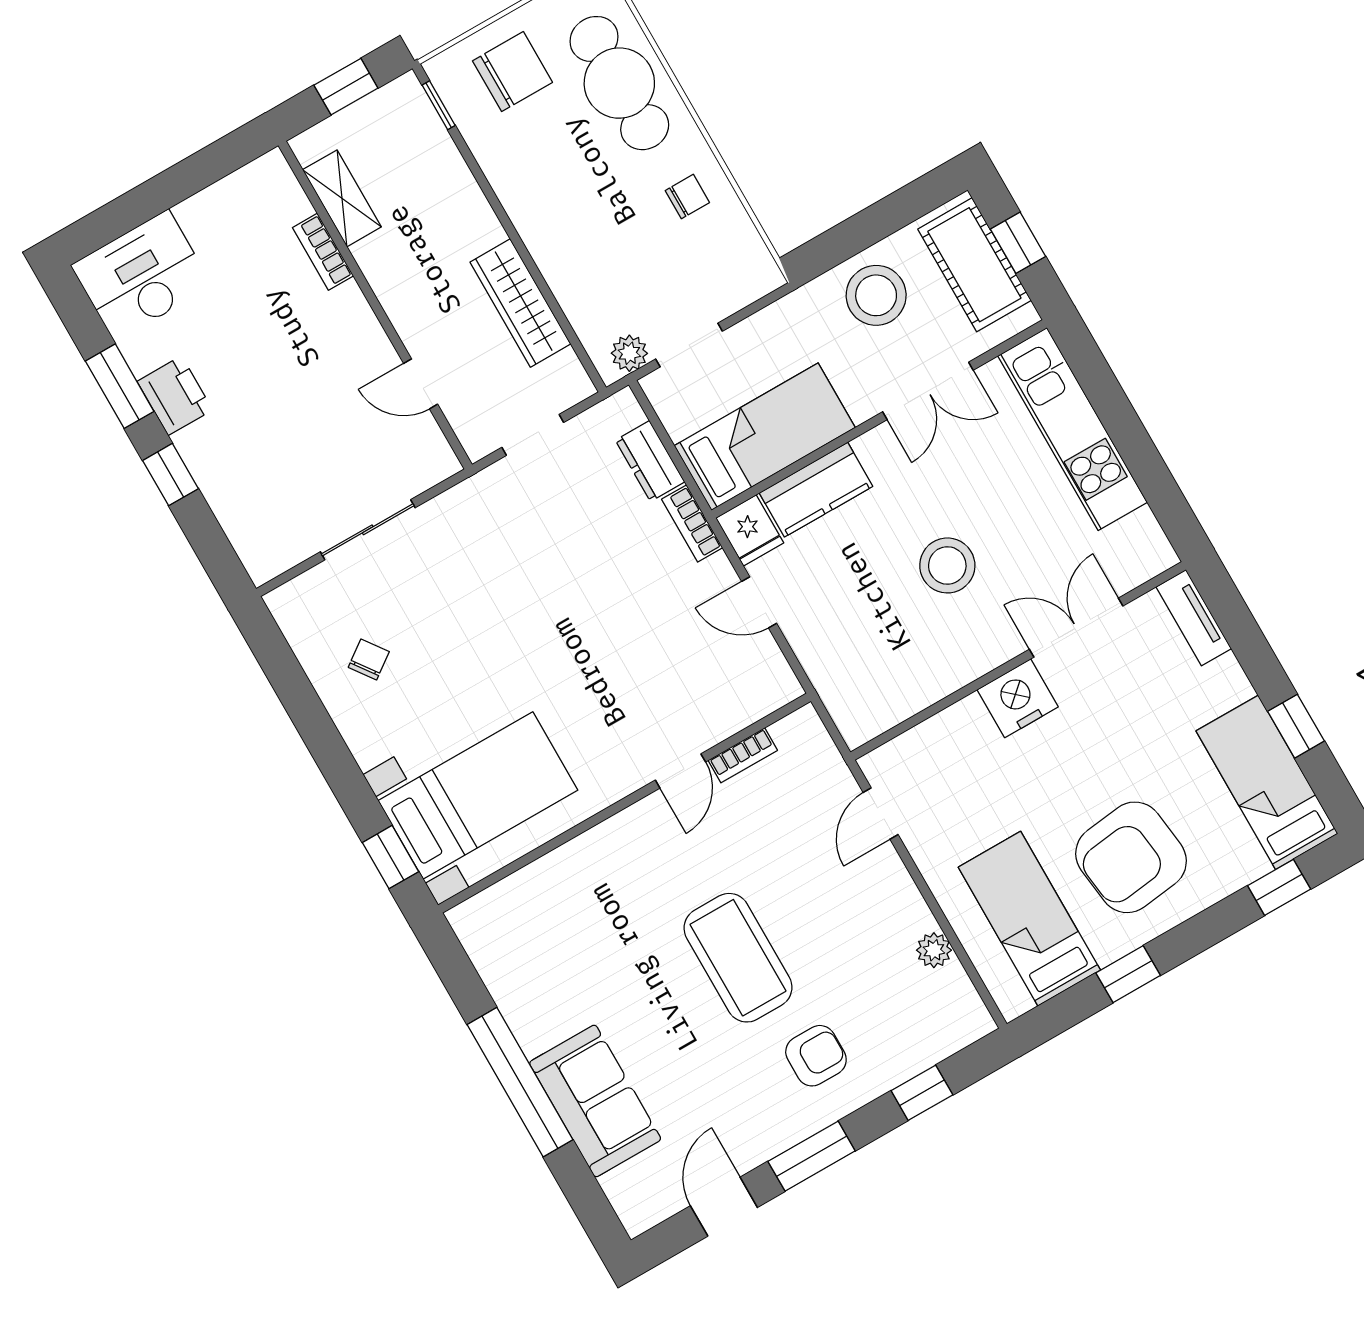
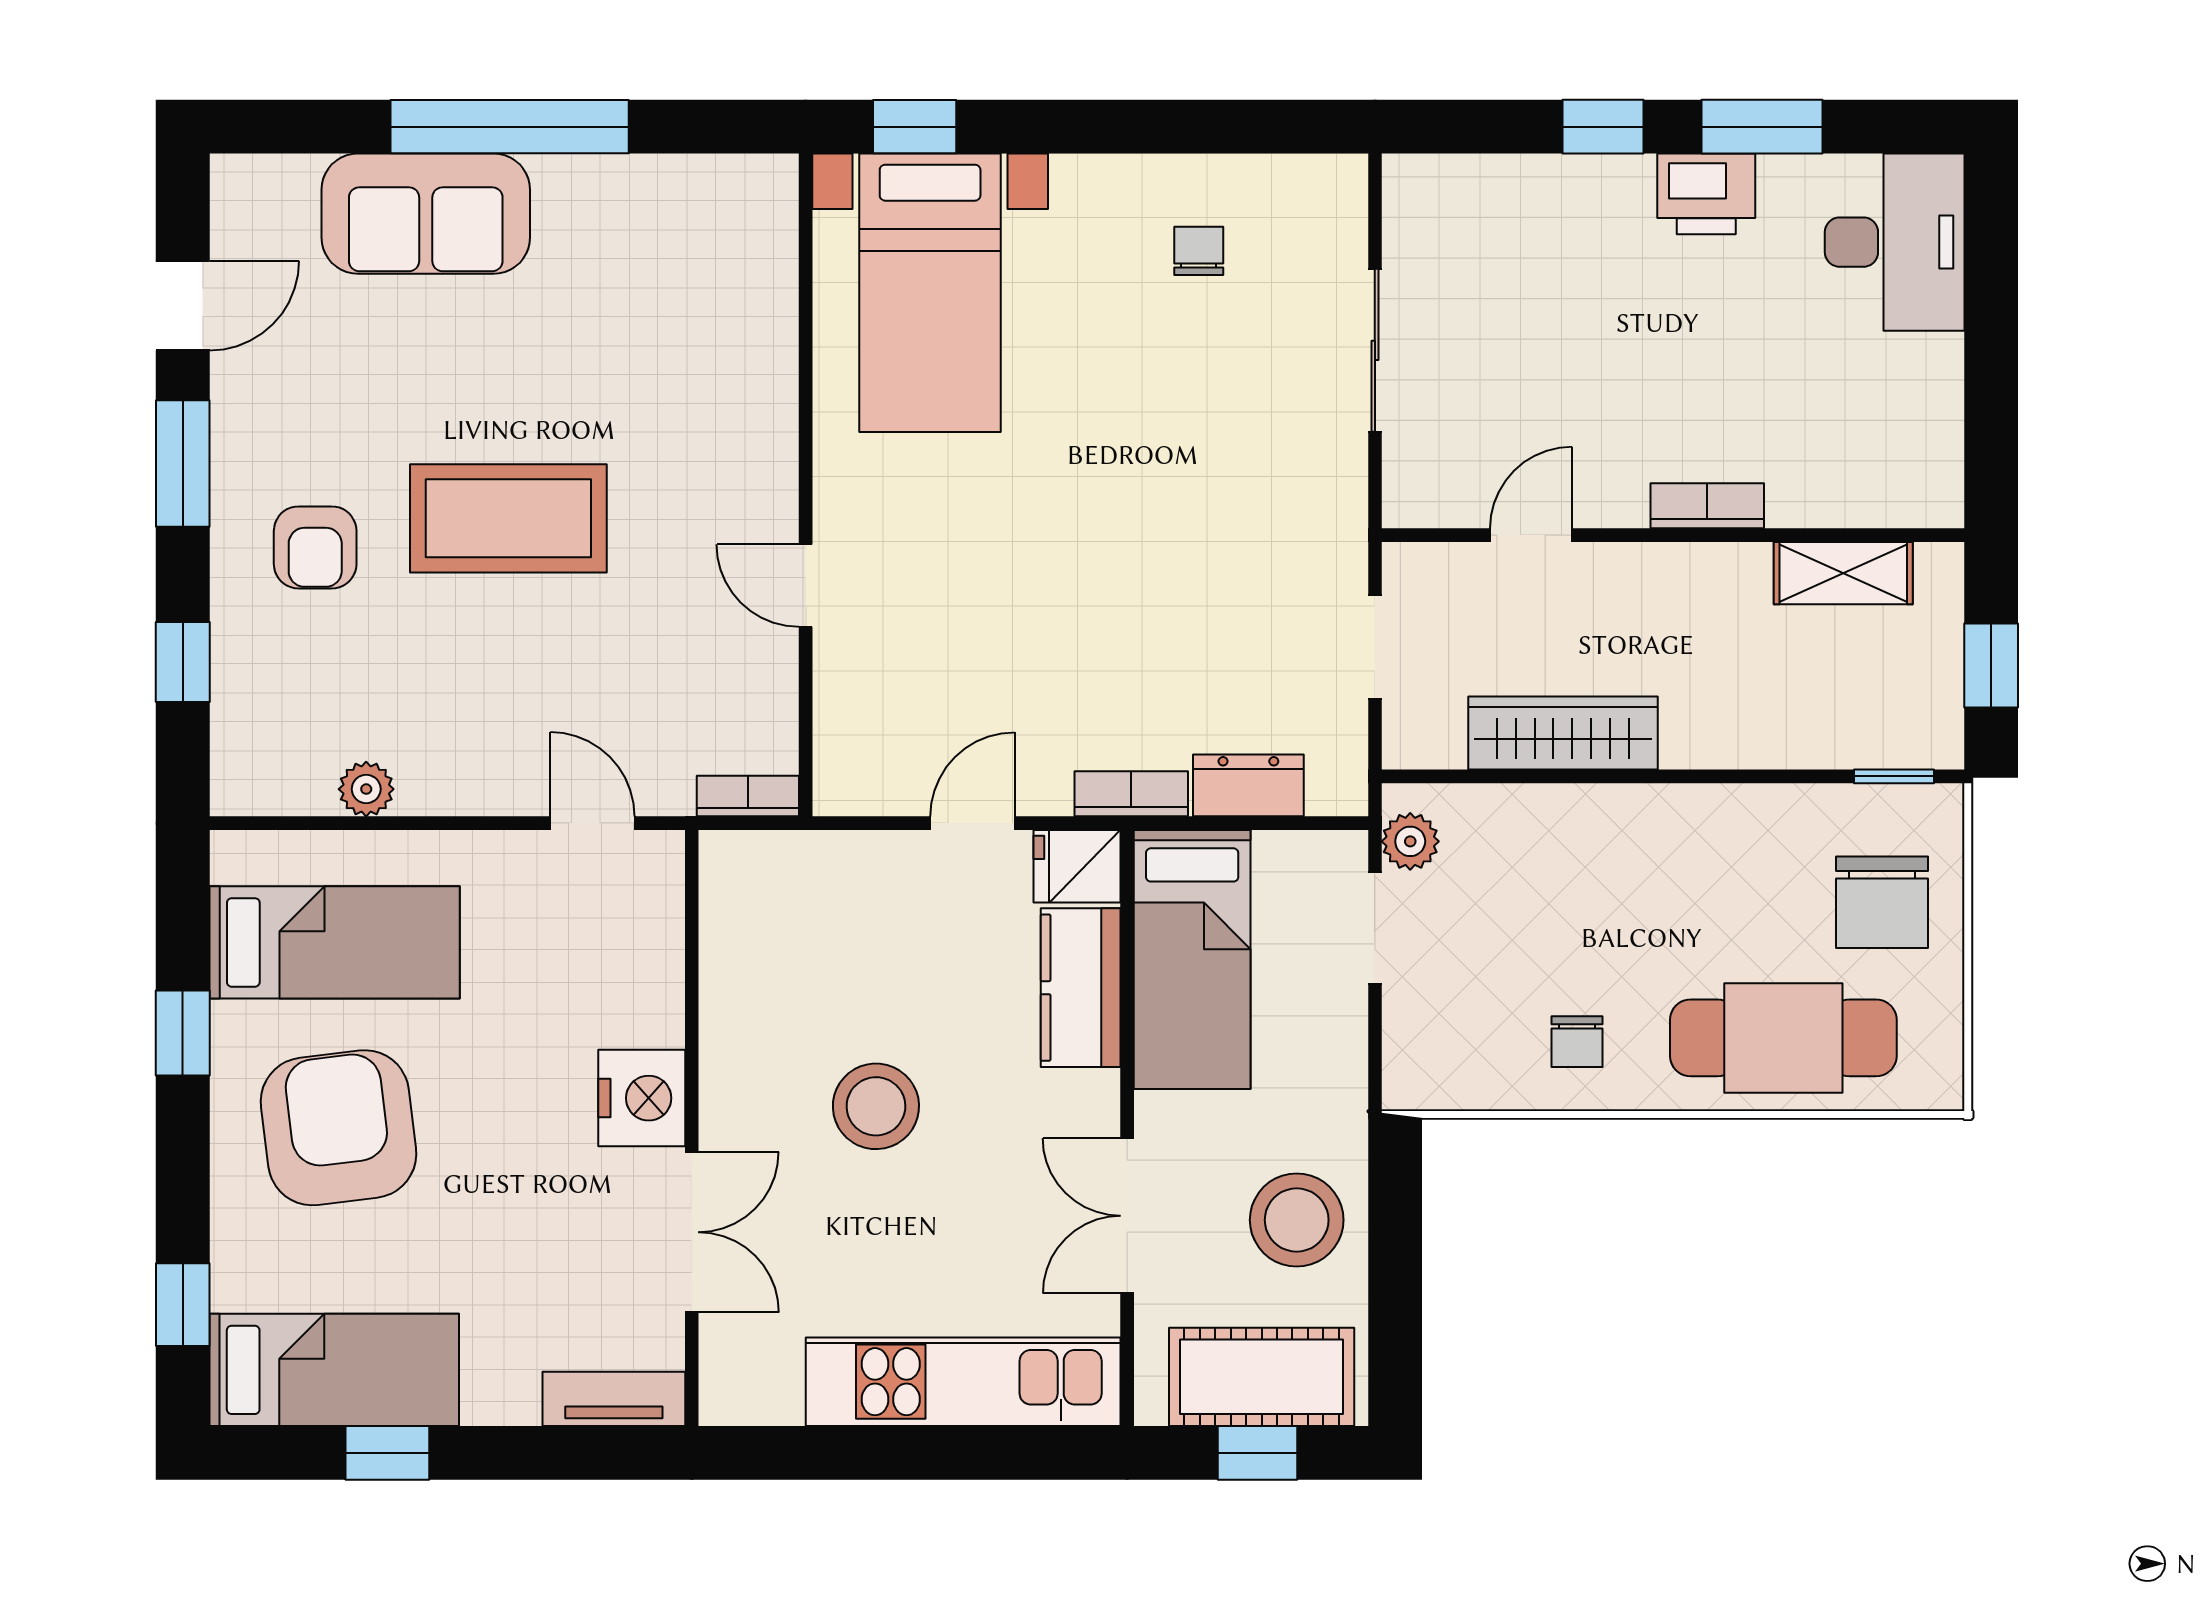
bookcase: (323, 252) -> (1707, 506), moved
chair: (369, 659) -> (1199, 251), turned -144
bookcase: (743, 755) -> (748, 796), moved, turned 90
door: (724, 1207) -> (183, 306), hinge flipped

